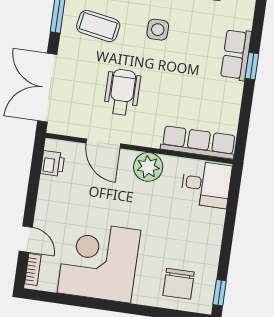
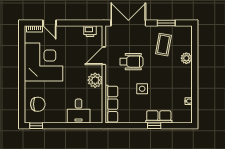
side table: (158, 30) -> (142, 89), moved
desk: (206, 184) -> (79, 111), moved
door: (26, 239) -> (50, 23), hinge flipped
chair: (179, 284) -> (38, 104), turned 180

